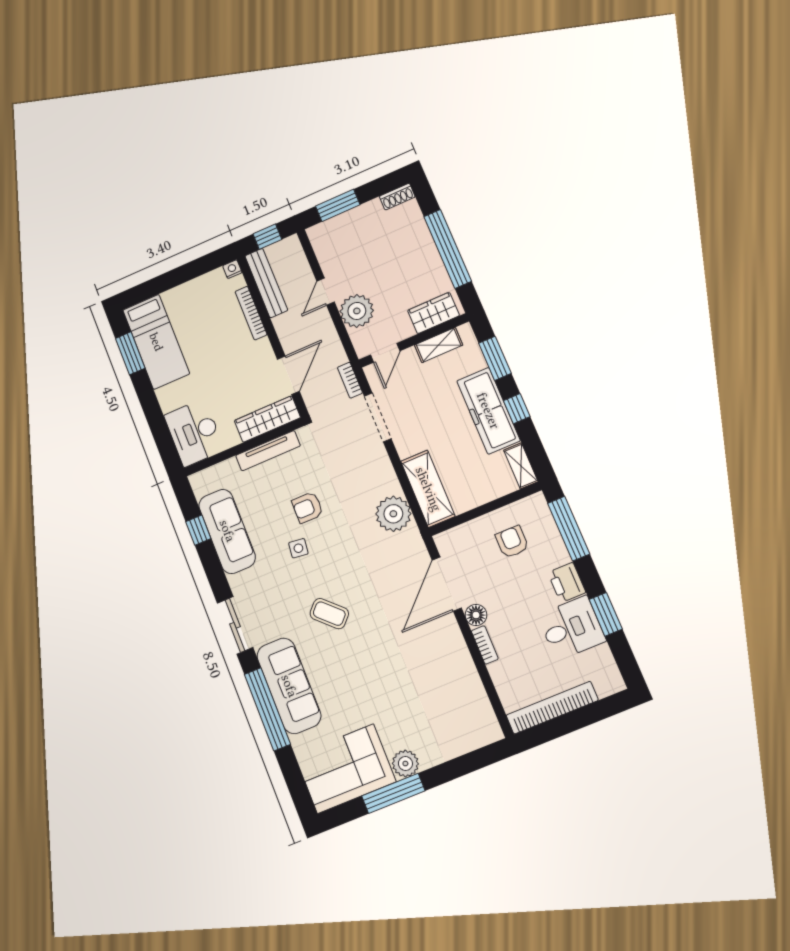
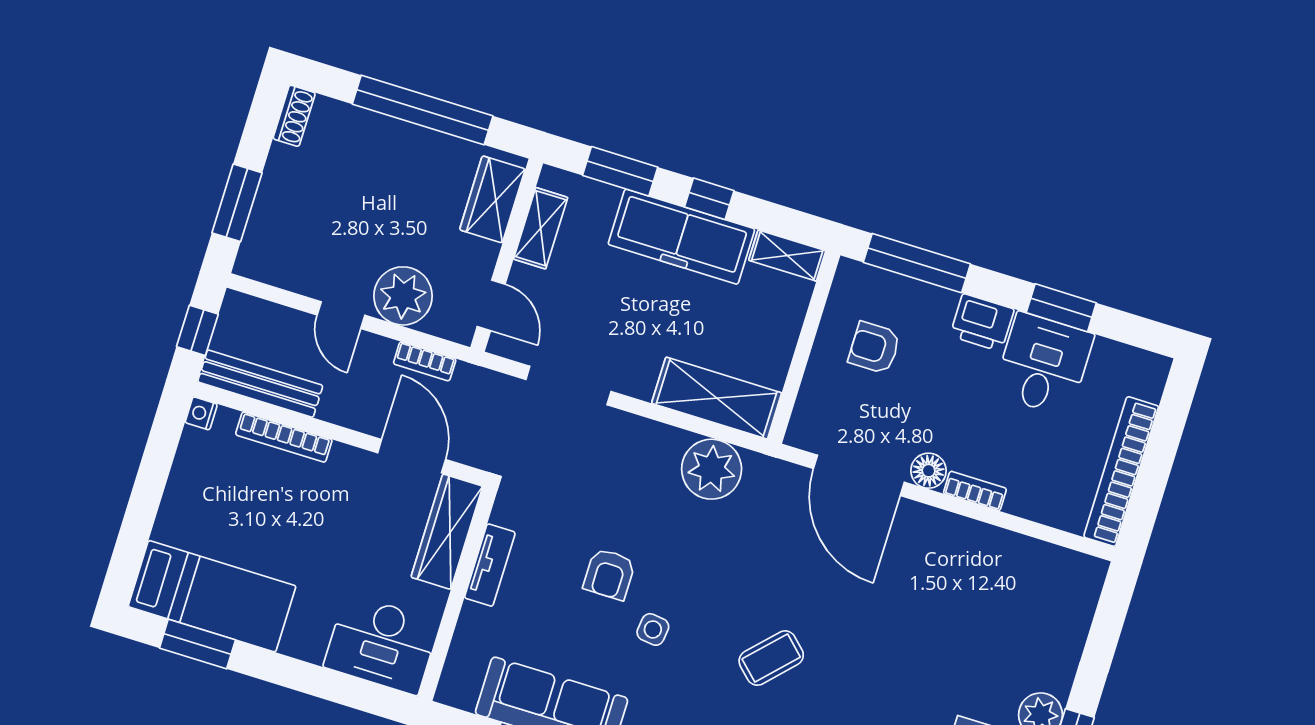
bookcase: (350, 380) -> (425, 361), moved
tv unit: (268, 451) -> (490, 565), width x0.71

